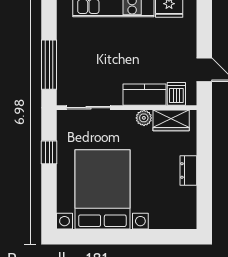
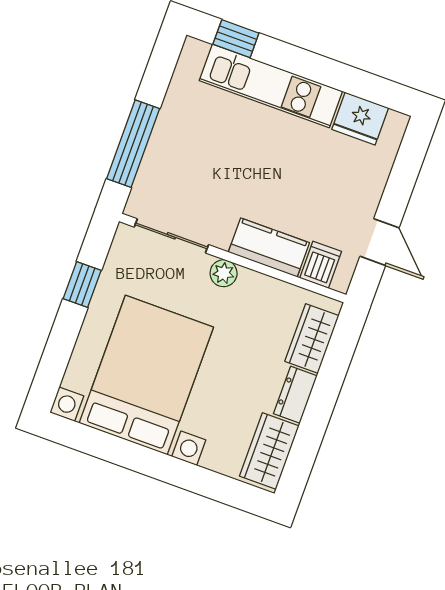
plant: (144, 118) -> (224, 273), moved
wardrobe: (171, 120) -> (312, 339), moved, turned 90
wardrobe: (185, 207) -> (269, 451), added

